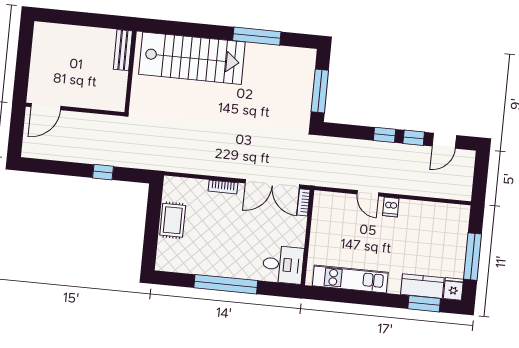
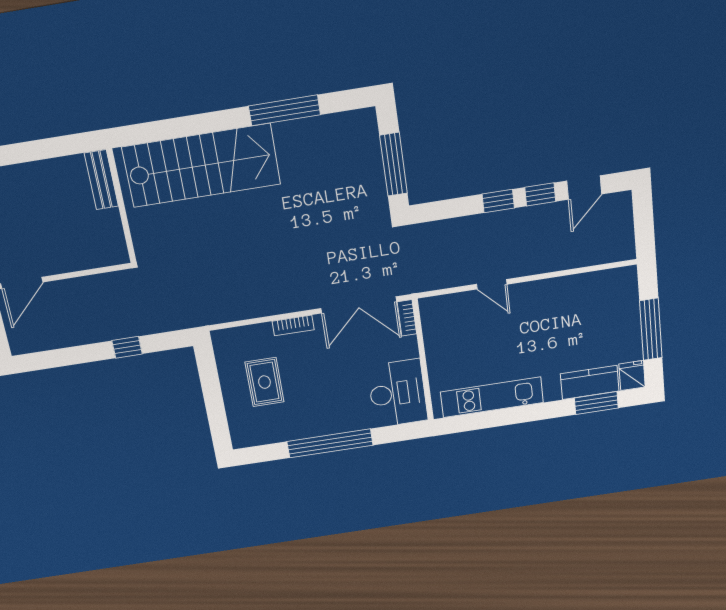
dishwasher: (391, 207) -> (527, 294), removed
rug: (173, 220) -> (264, 382), moved
desk: (283, 265) -> (398, 393), width x1.37

